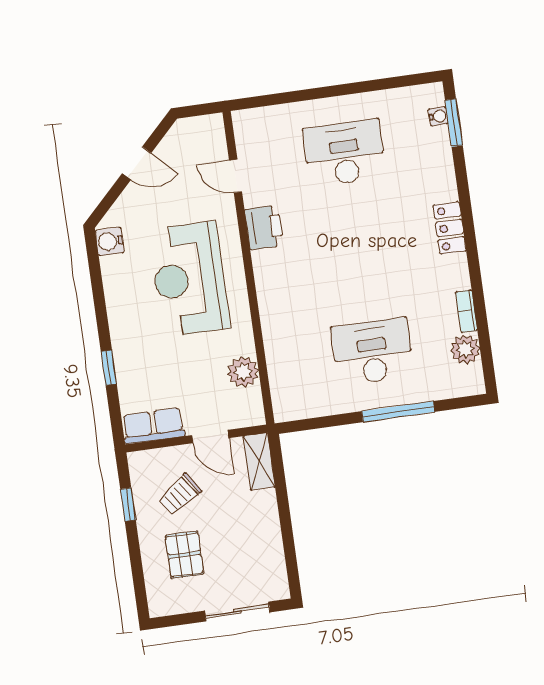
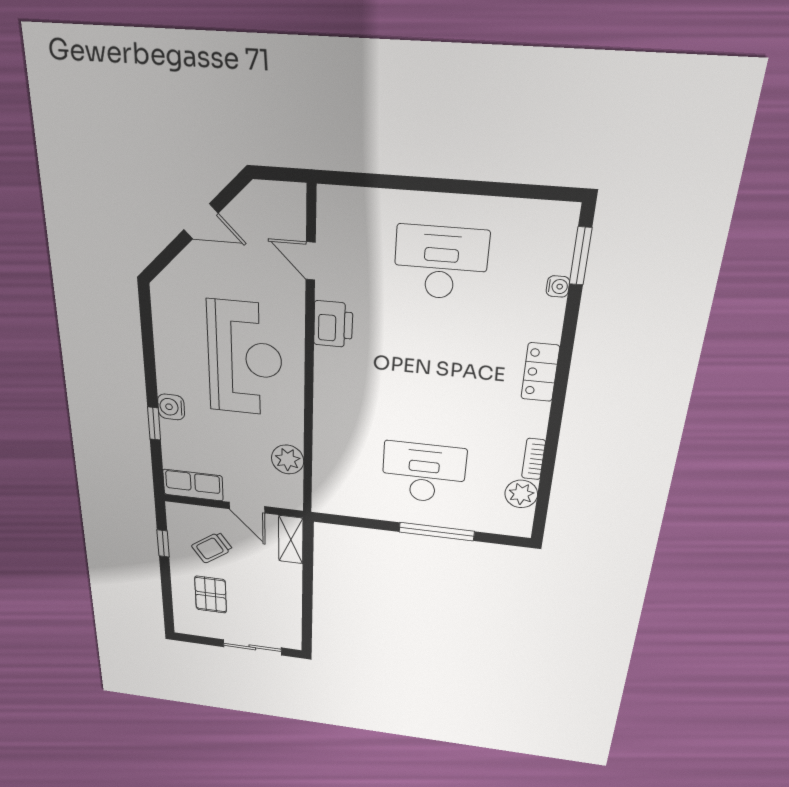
water cooler: (438, 116) -> (558, 286), moved
water cooler: (110, 241) -> (171, 407), moved
reception desk: (189, 279) -> (245, 359), turned 180

